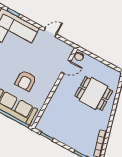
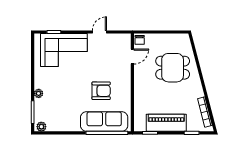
armchair: (26, 81) -> (101, 91), turned -90
piano: (64, 135) -> (166, 123), added

